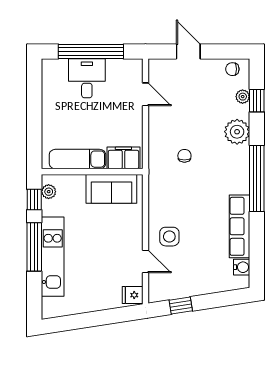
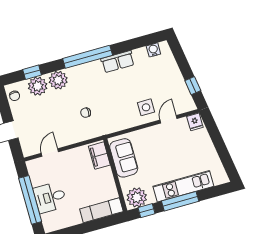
plant: (243, 97) -> (38, 86), width x1.88, depth x1.88
exam couch: (77, 159) -> (101, 210), moved, turned 90
plant: (49, 192) -> (137, 197), width x1.88, depth x1.88
row of seats: (239, 226) -> (118, 62), width x0.68

